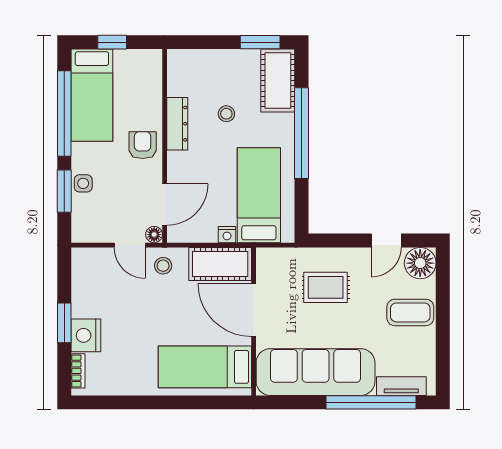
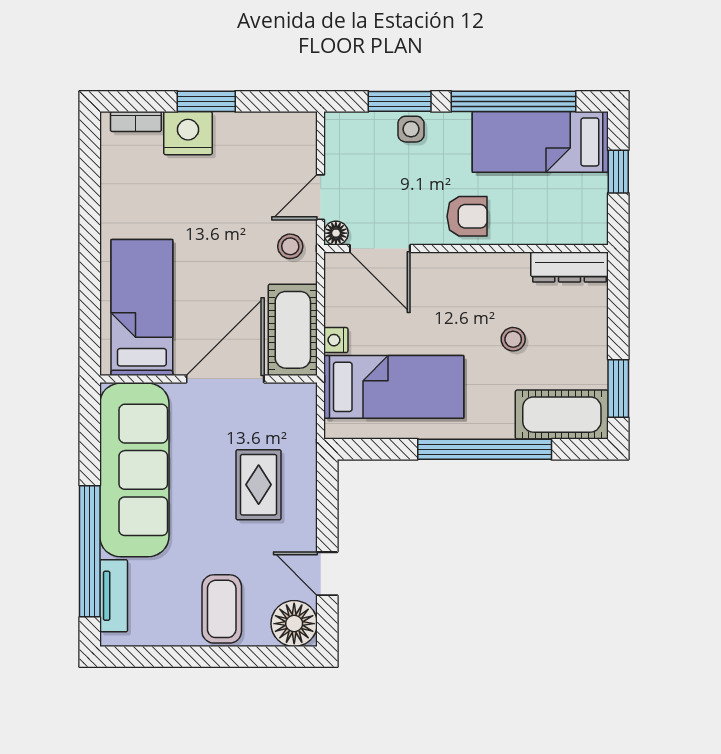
dresser: (177, 124) -> (570, 267), moved

